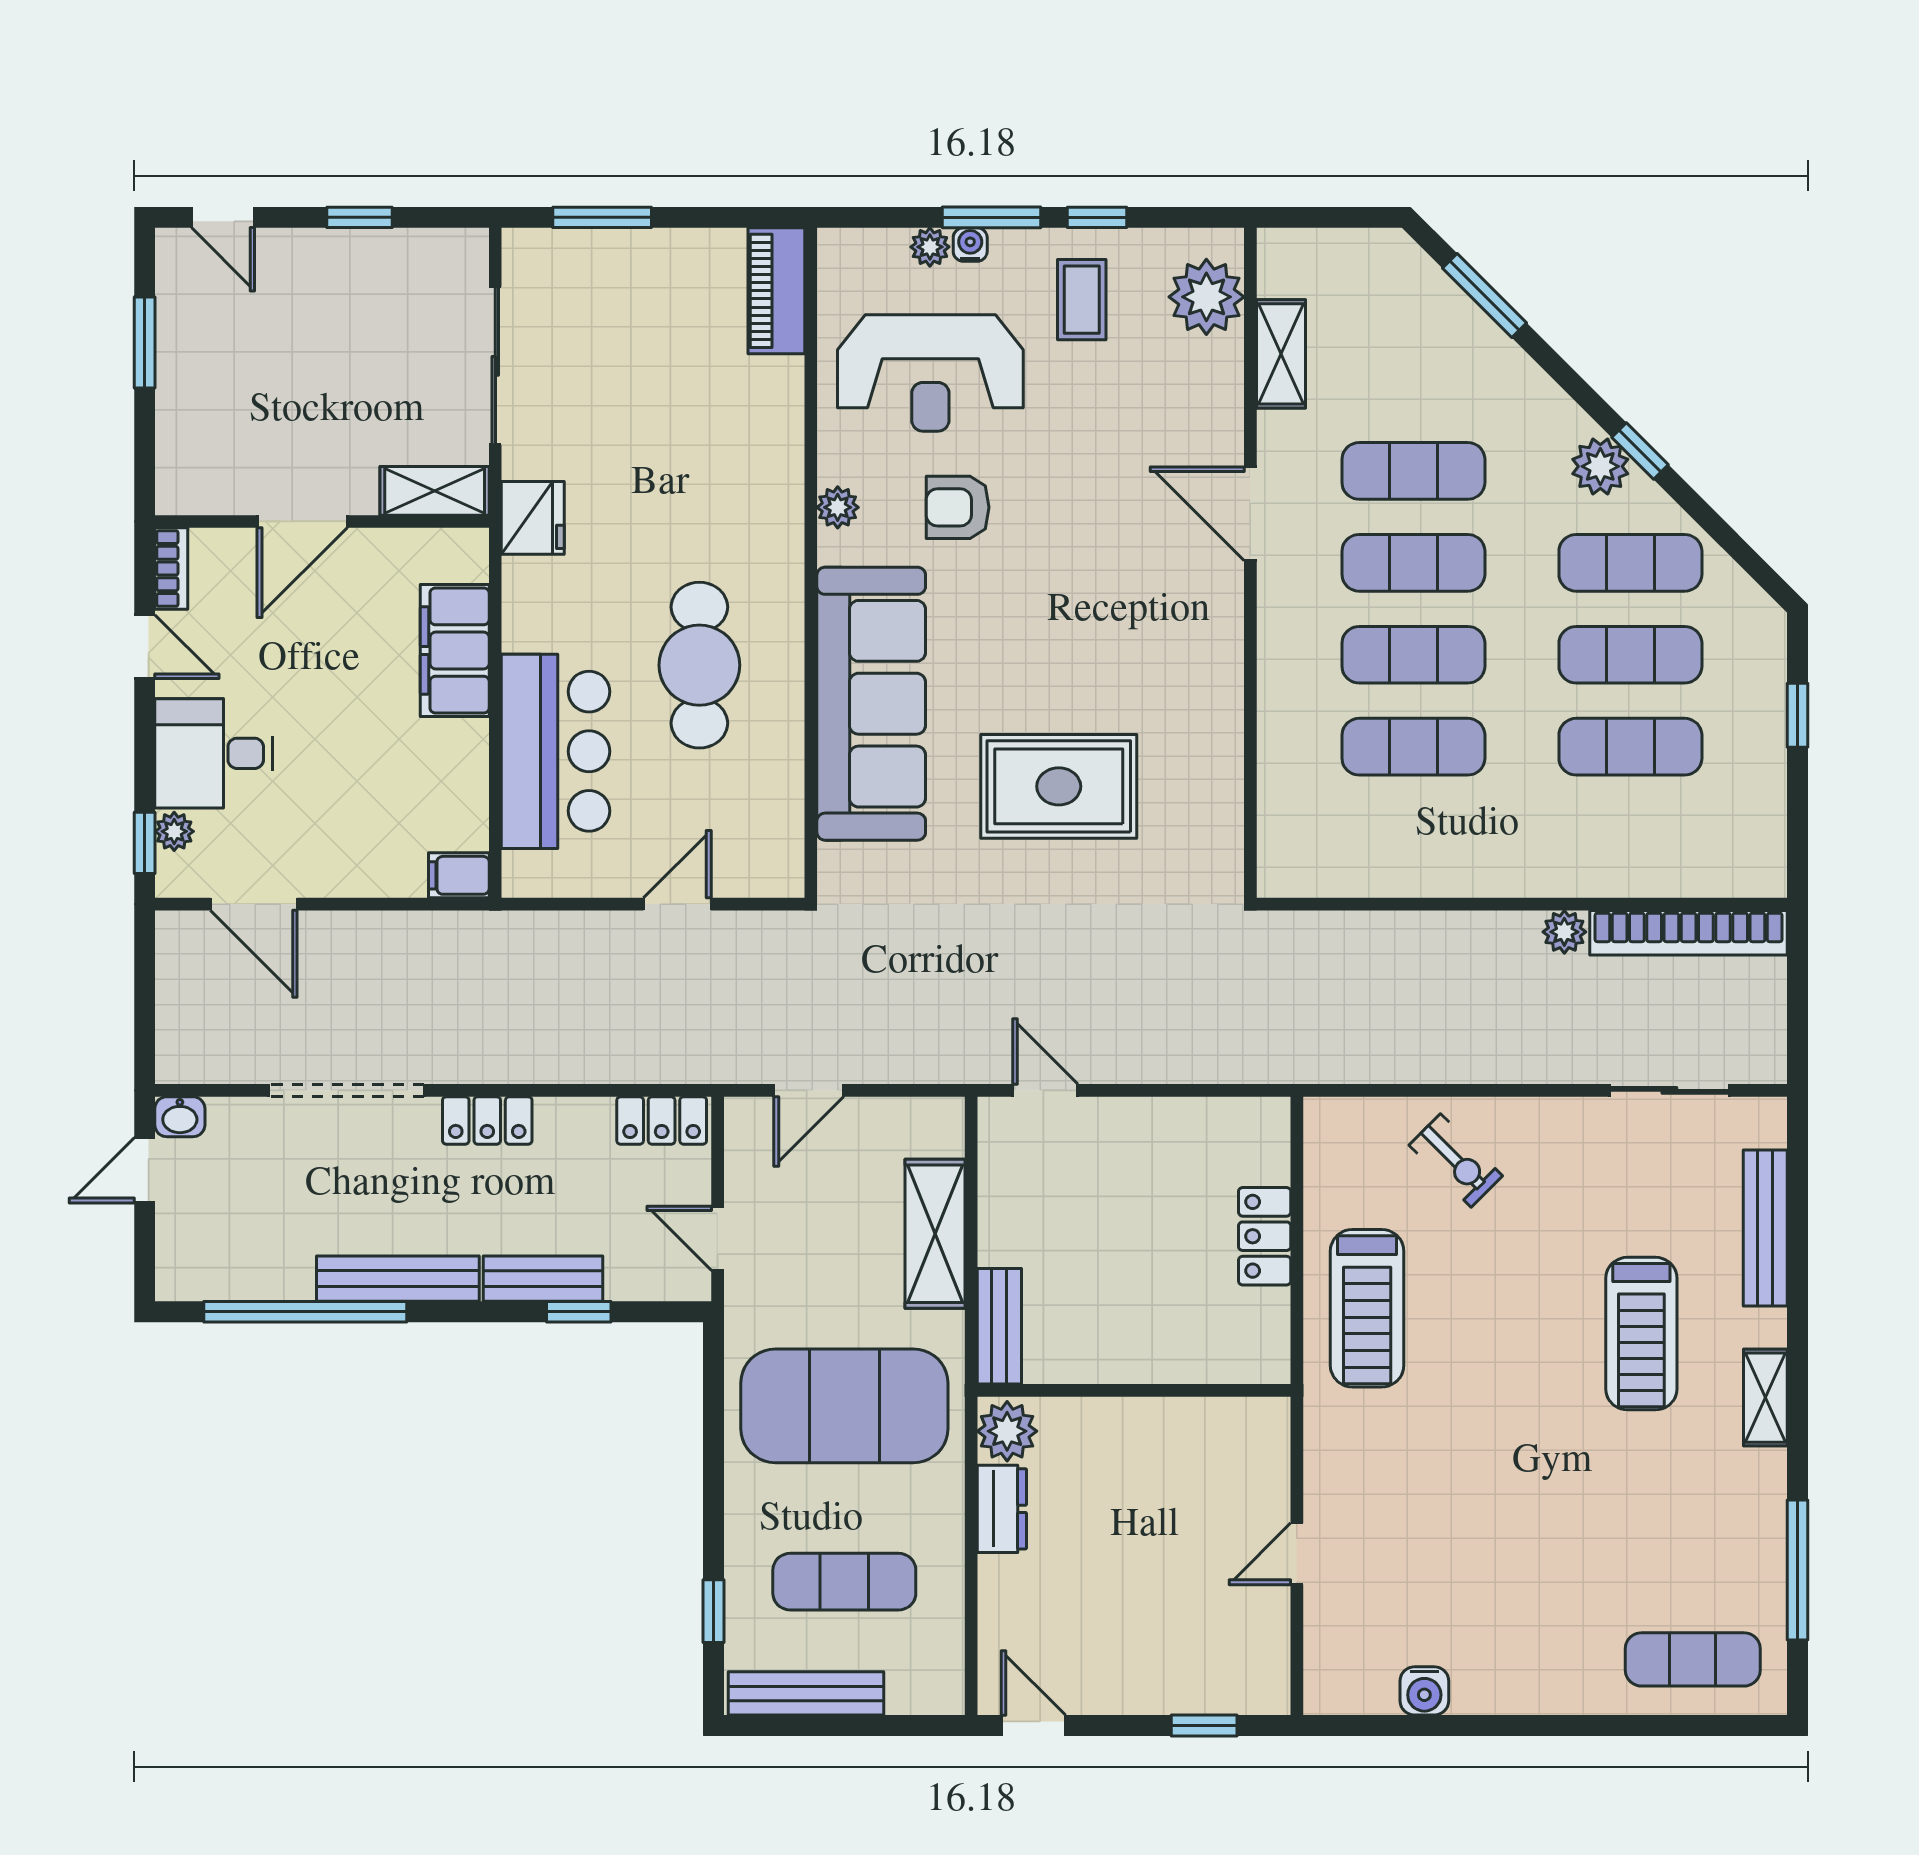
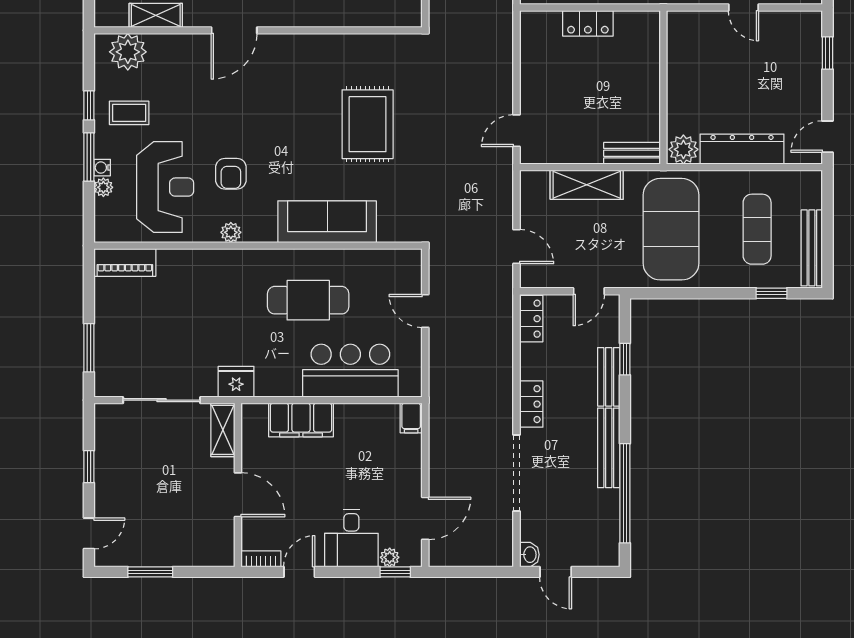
sofa: (871, 704) -> (327, 222), width x0.74, depth x0.79
dresser: (1002, 1509) -> (742, 149), width x1.96, depth x1.24

